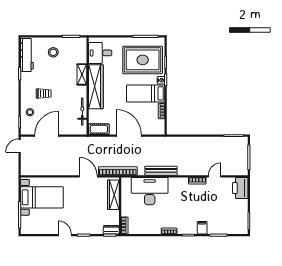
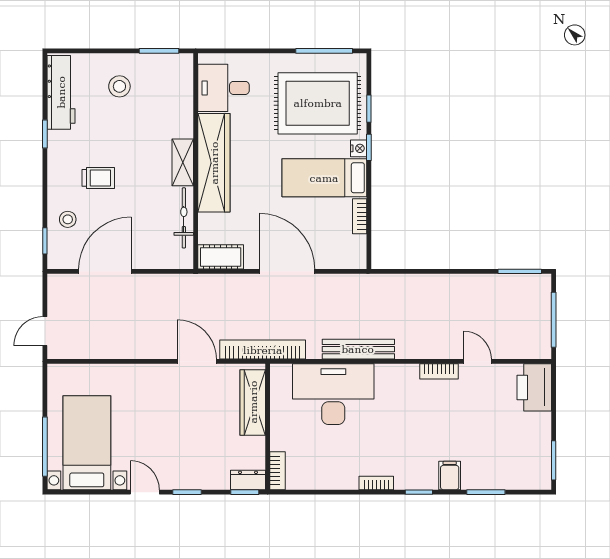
shelving: (82, 74) -> (183, 162), moved
door: (20, 146) -> (45, 331), moved
door: (215, 176) -> (478, 361), hinge flipped
bed with nightstands: (42, 197) -> (87, 443), moved, turned -90

